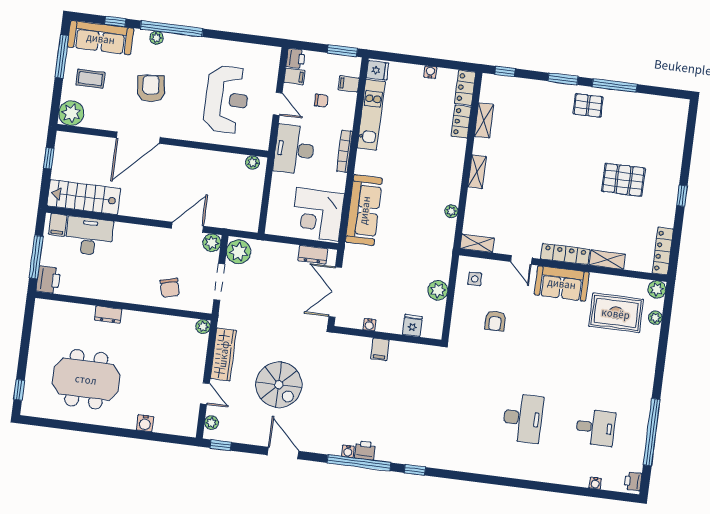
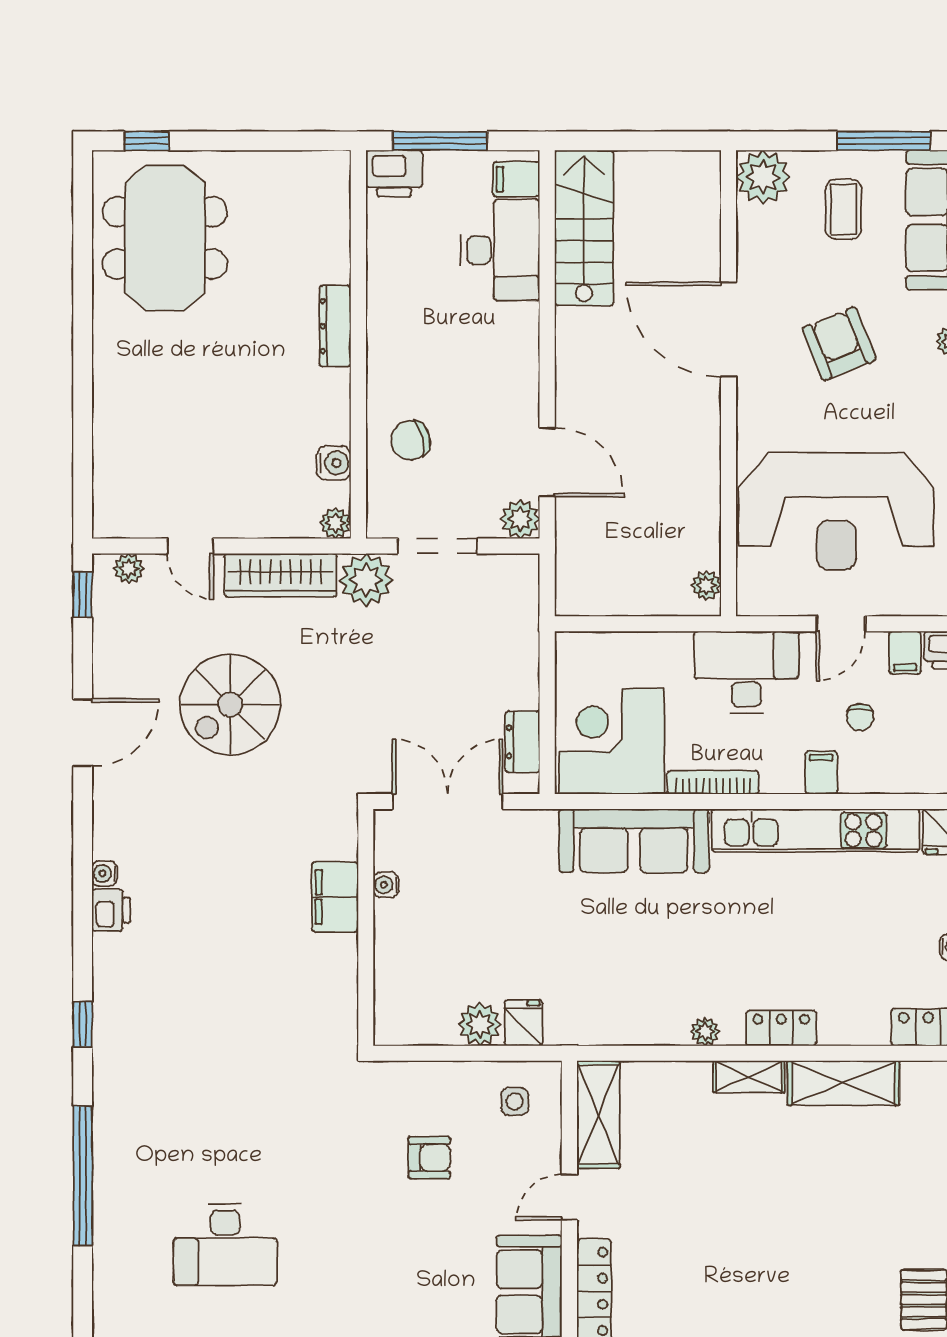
filing cabinet: (349, 84) -> (821, 773), moved
armchair: (151, 88) -> (839, 344), turned -105
reception desk: (227, 99) -> (836, 511), width x1.36, depth x1.30
kitchen unit: (371, 115) -> (816, 830), width x1.36
shelving: (484, 121) -> (843, 1083), width x1.50, depth x1.33
locker: (461, 122) -> (781, 1028), moved
bookcase: (345, 151) -> (713, 782), moved
window: (49, 158) -> (659, 141), removed
plant: (451, 211) -> (705, 1032), moved
shelving: (477, 243) -> (598, 1114), width x1.50, depth x1.33
plant: (239, 252) -> (366, 580), moved
dresser: (108, 315) -> (335, 326), width x1.44
armchair: (495, 321) -> (429, 1158), turned 180
fridge: (412, 326) -> (523, 1023), moved, turned -90
filing cabinet: (380, 349) -> (335, 897), width x2.00
meeting table: (86, 379) -> (165, 238), moved
door: (205, 394) -> (190, 546), hinge flipped
water cooler: (145, 423) -> (334, 463), moved, turned 180
window: (359, 463) -> (83, 1176), moved

